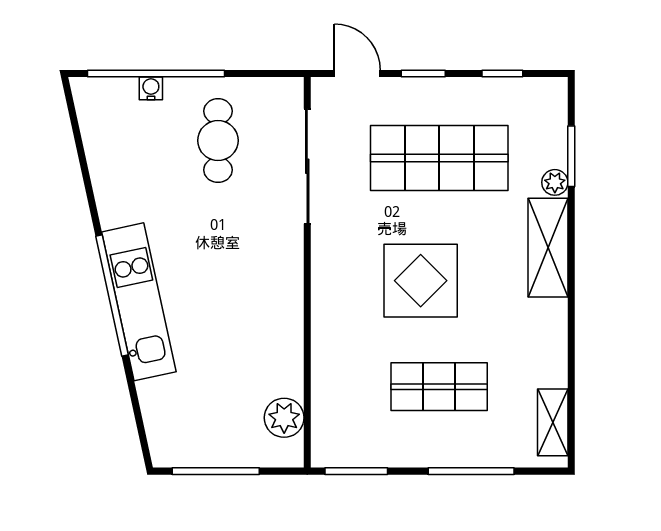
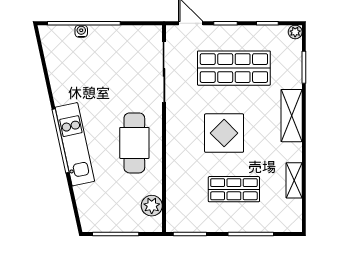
cafe table: (218, 141) -> (134, 143), moved, width x1.37, depth x1.35
plant: (555, 182) -> (295, 32), moved
shelving: (553, 422) -> (294, 180), moved

